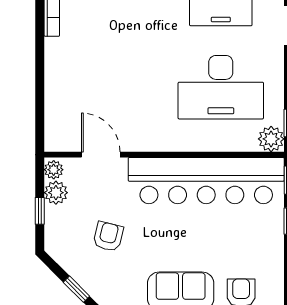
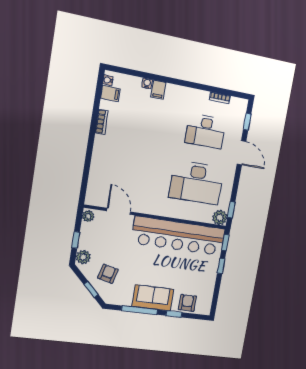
plant: (56, 193) -> (83, 257), moved
armchair: (108, 236) -> (108, 274), moved

